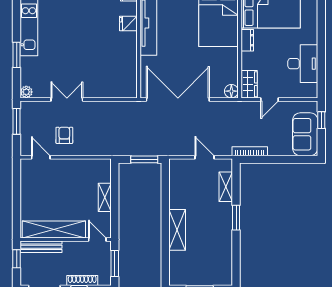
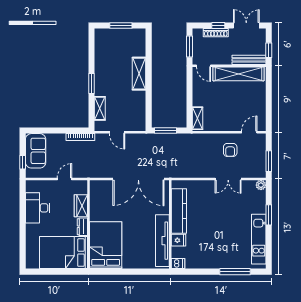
kitchen counter: (128, 60) -> (179, 211), added
wardrobe: (249, 84) -> (81, 206), moved
floor lamp: (231, 91) -> (95, 186), removed
door: (41, 157) -> (249, 132), swing flipped
shelving: (105, 197) -> (198, 118), moved

